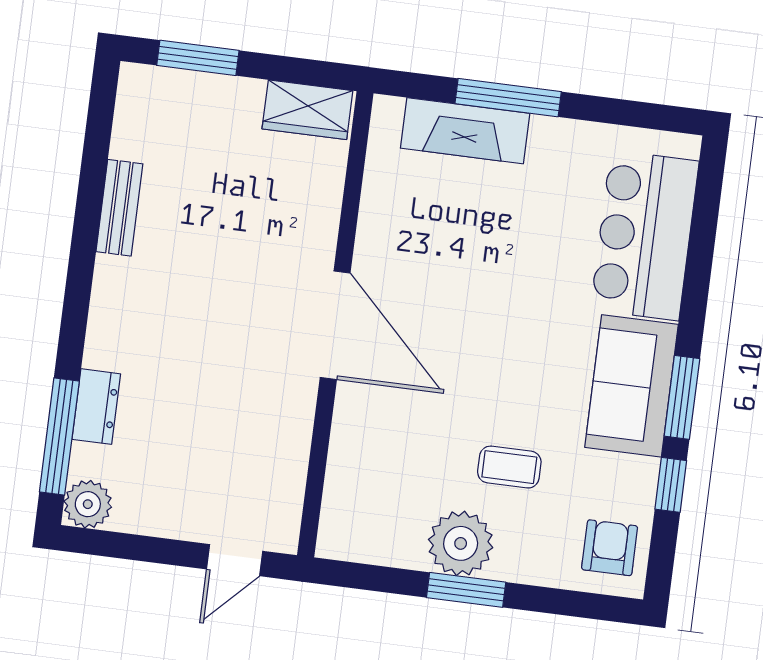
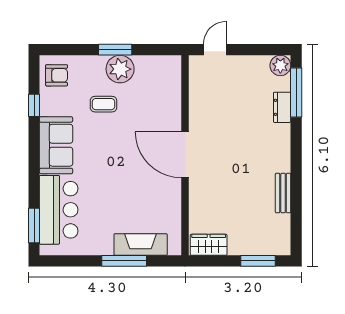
window: (682, 397) -> (34, 226), moved
armchair: (610, 548) -> (57, 75), turned -90

